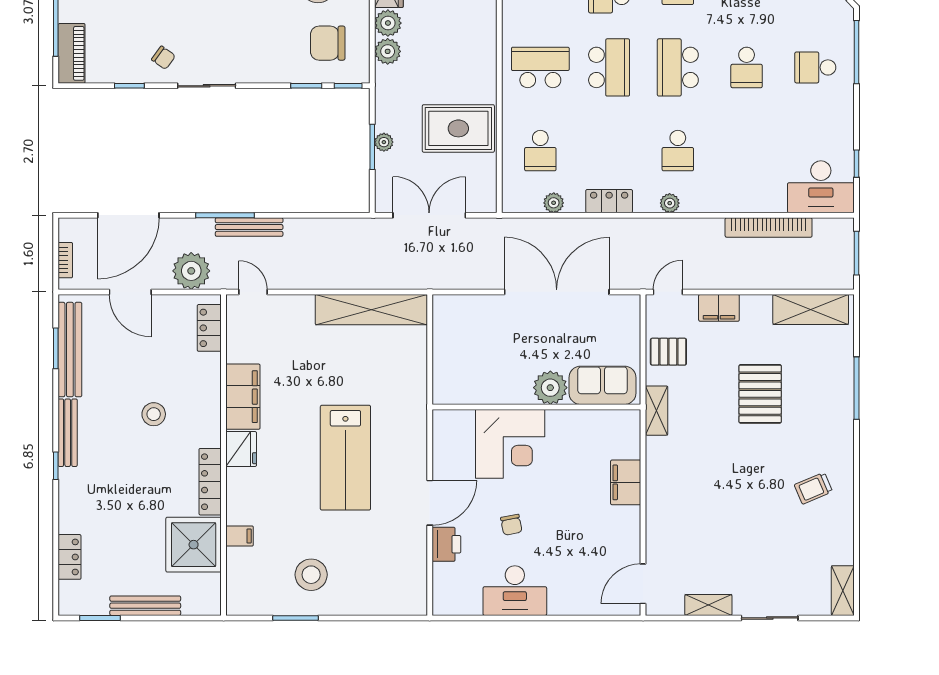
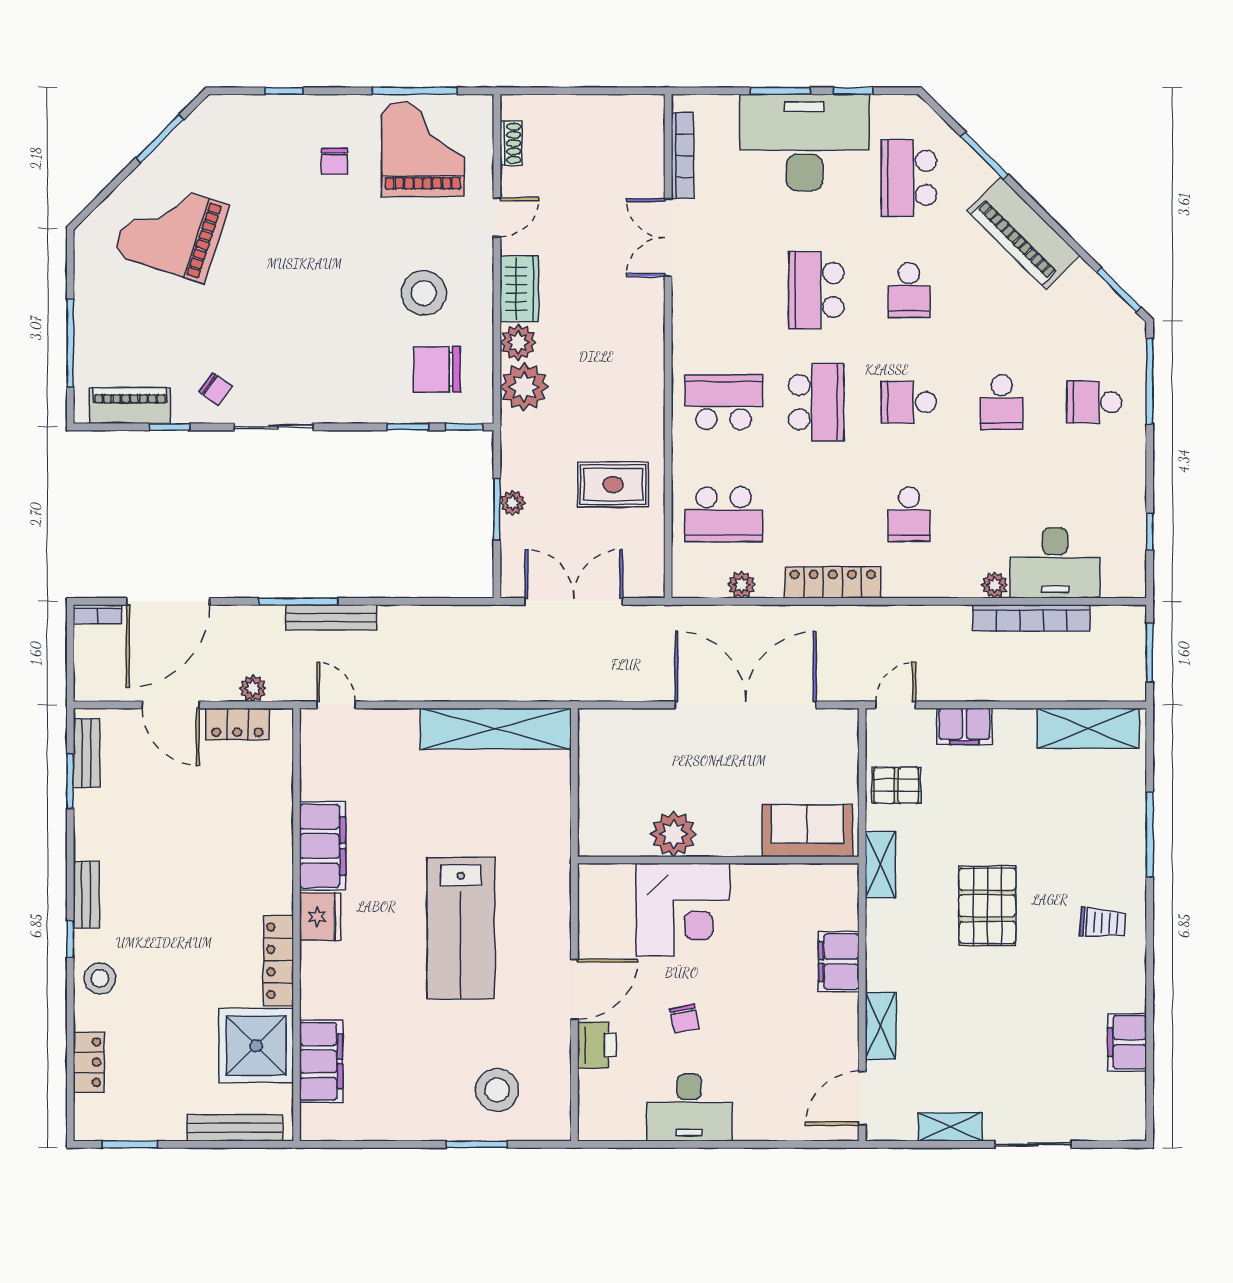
plant: (388, 51) -> (524, 387), width x1.36, depth x1.36
piano: (72, 53) -> (130, 406), moved, turned -90
school desk: (678, 67) -> (909, 402), width x0.54
rug: (458, 128) -> (613, 484), width x0.73, depth x0.70
school desk: (540, 151) -> (724, 514), width x1.85
desk: (821, 187) -> (1055, 563), moved
locker: (609, 201) -> (833, 582), width x1.53
plant: (670, 203) -> (995, 585), moved
bookcase: (65, 260) -> (98, 614), moved, turned 90
plant: (191, 271) -> (253, 688), width x0.53, depth x0.53
locker: (209, 328) -> (237, 724), moved, turned -90
bench: (70, 350) -> (87, 753), width x0.54, depth x0.82
plant: (550, 388) -> (673, 834), moved
pallet: (760, 394) -> (987, 906), moved
stool: (154, 414) -> (100, 978), moved
bench: (68, 433) -> (86, 895), width x0.73
trolley: (813, 488) -> (1103, 923), moved, turned -153
filing cabinet: (240, 536) -> (321, 1061), width x3.00, depth x1.17
filing cabinet: (840, 542) -> (1127, 1042), added
stool: (311, 575) -> (497, 1090), moved
shelving: (843, 591) -> (880, 1026), moved
bench: (145, 606) -> (235, 1128), moved
window: (295, 618) -> (477, 1144), moved

